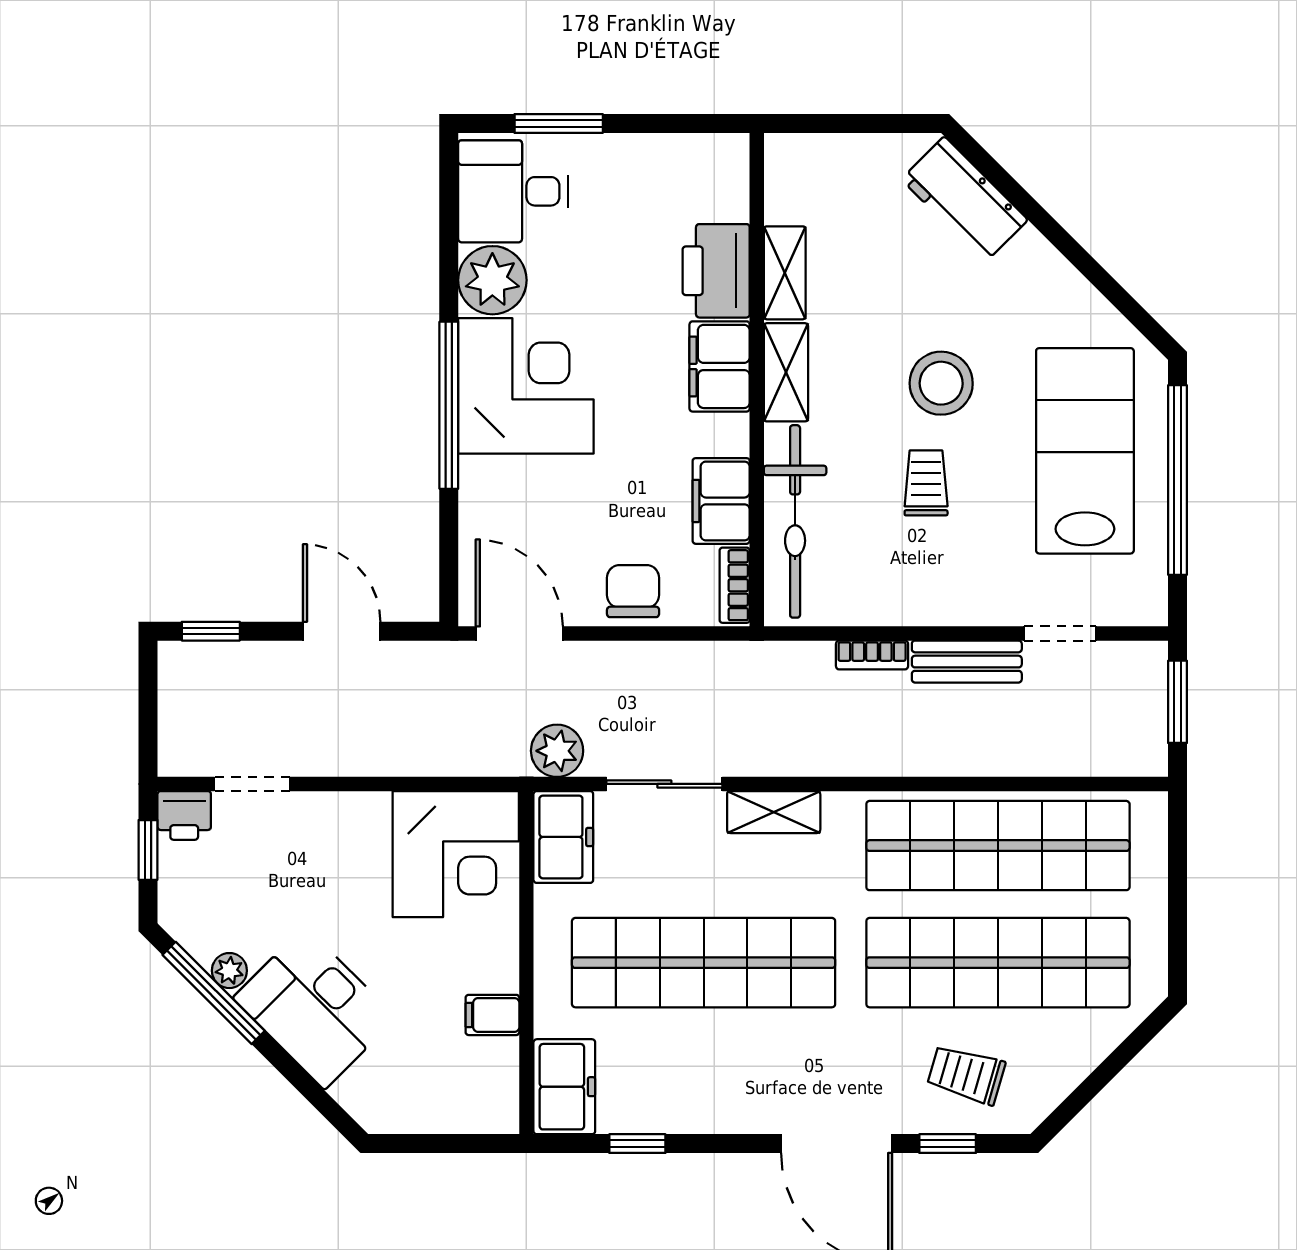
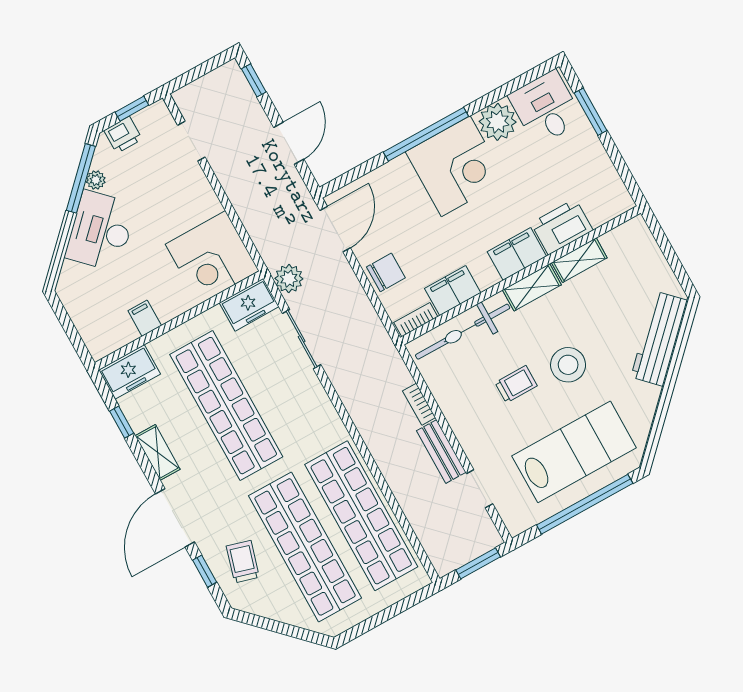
workbench: (964, 200) -> (659, 339), width x1.38
shelving: (774, 812) -> (158, 452), moved
printer: (184, 815) -> (123, 135), moved, turned -90

